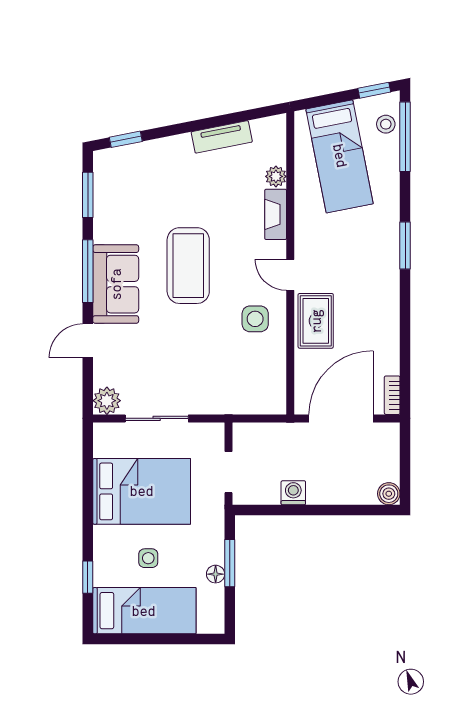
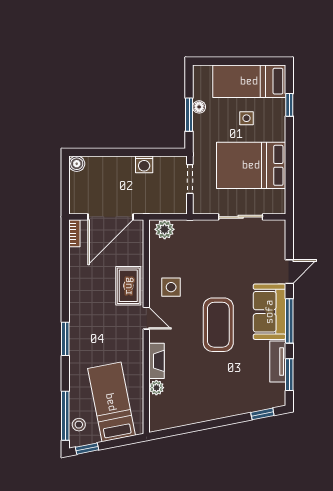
tv unit: (222, 137) -> (278, 362), moved, turned -79
plant: (107, 401) -> (165, 229), moved

